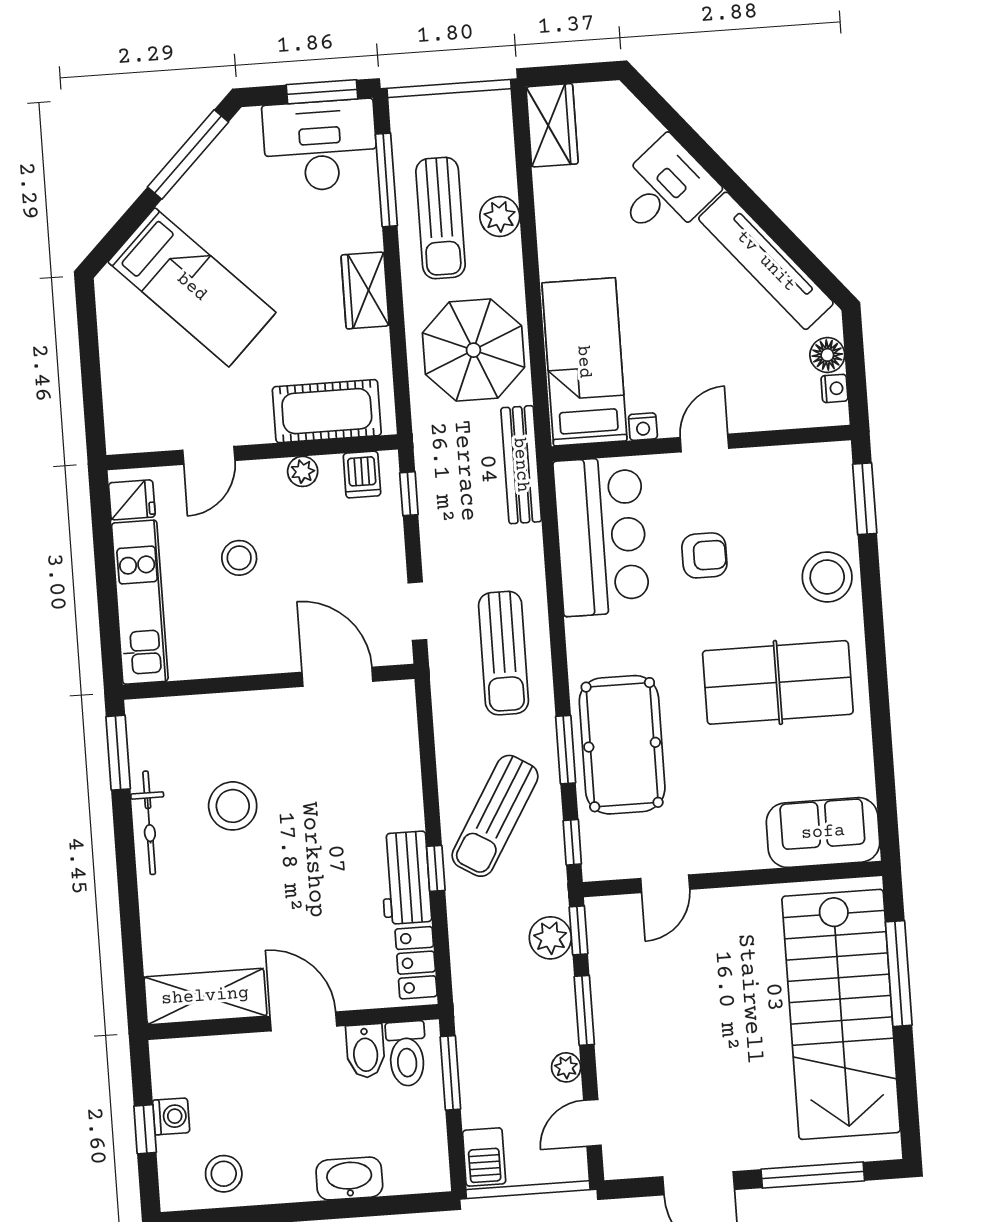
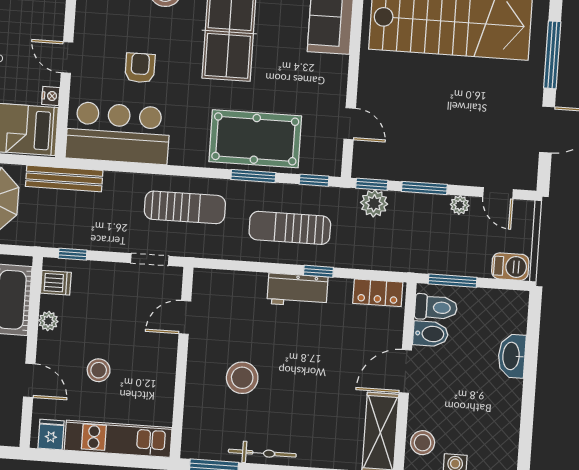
door: (337, 677) -> (185, 317), width x0.73
stool: (233, 806) -> (242, 378), moved
sun lounger: (495, 816) -> (290, 228), turned 149
workbench: (405, 878) -> (297, 290), moved
stool: (224, 1174) -> (423, 443), moved

